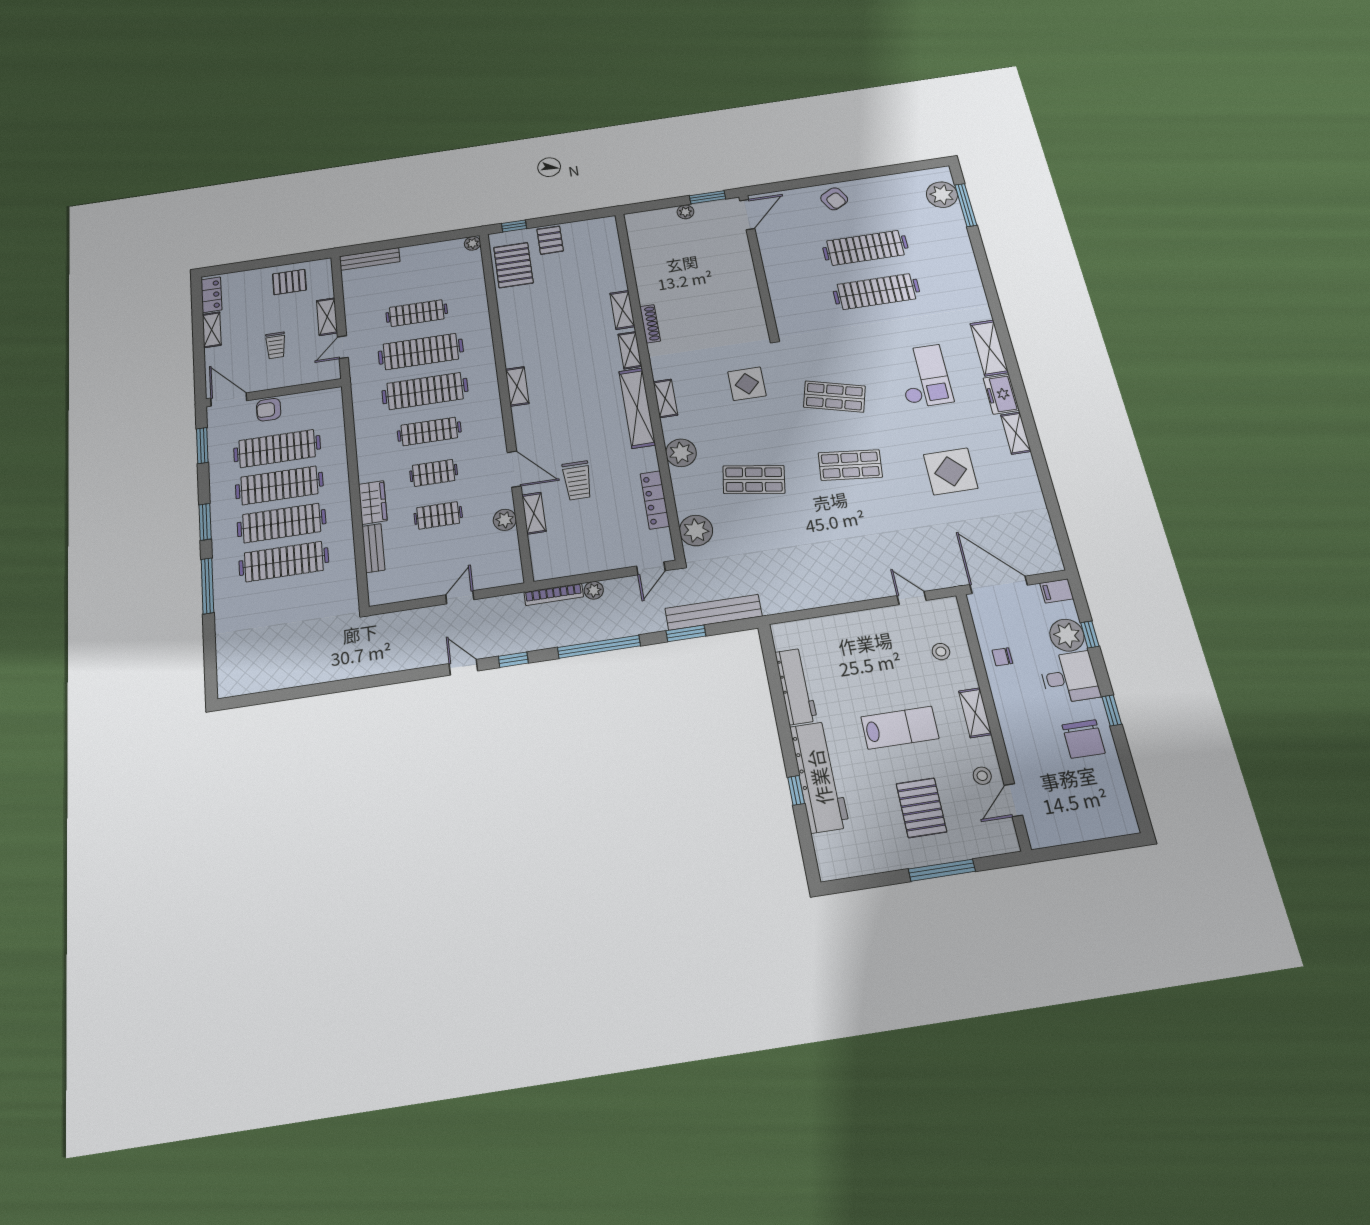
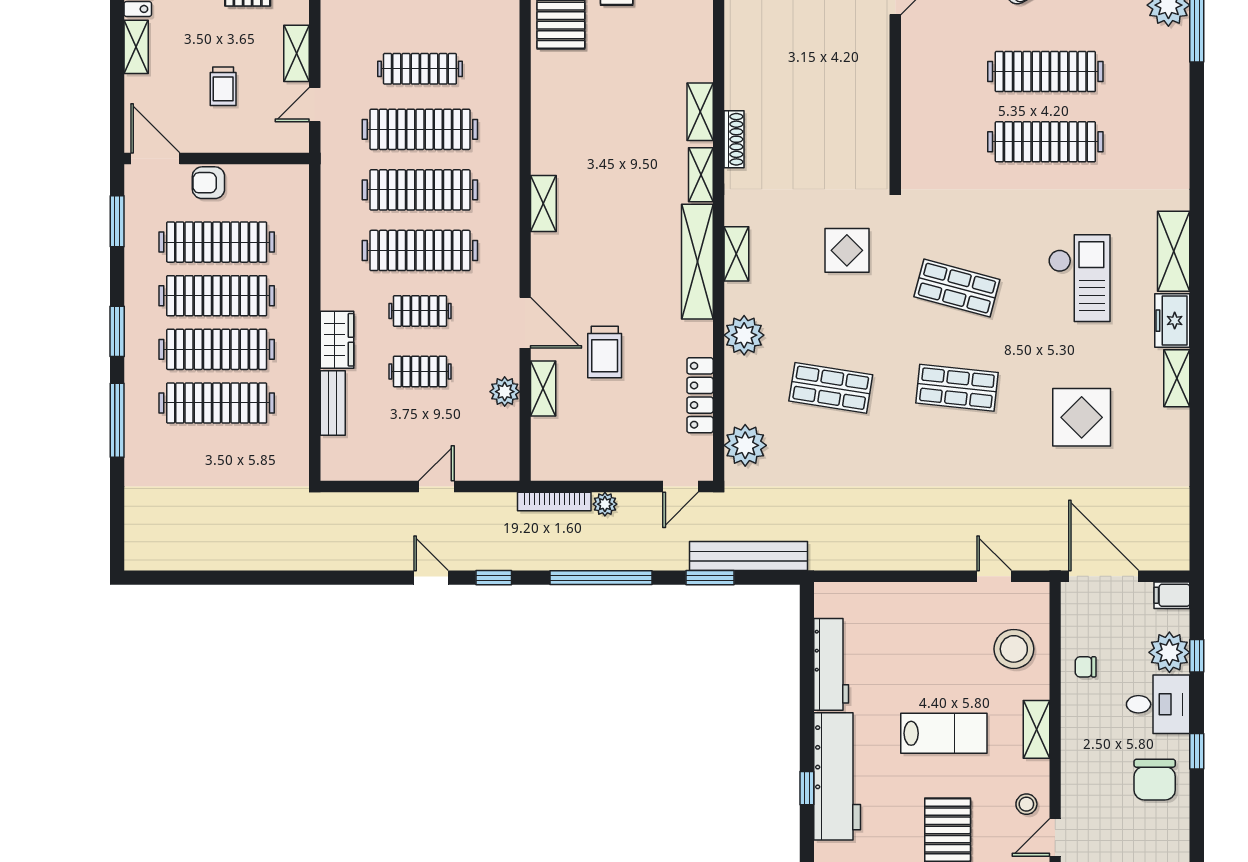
clothes rail: (429, 431) -> (420, 250), width x1.37, depth x1.31
stool: (941, 652) -> (1014, 649), width x1.89, depth x1.89

